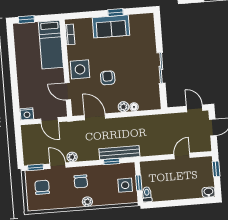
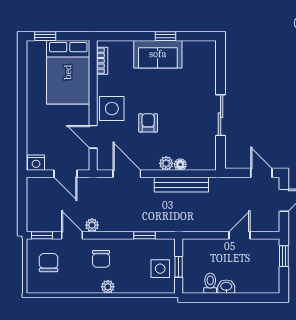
bed: (51, 45) -> (68, 72), width x1.50
bench: (119, 153) -> (181, 185), moved
washbasin: (209, 192) -> (226, 287), moved
toilet: (147, 194) -> (210, 283), moved

